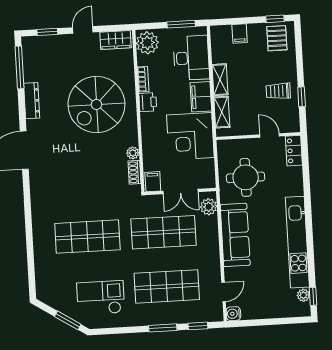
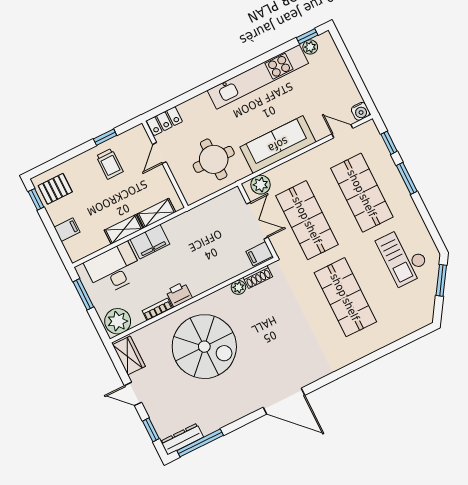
dresser: (32, 101) -> (182, 439), moved
corner desk: (190, 136) -> (195, 235), removed

